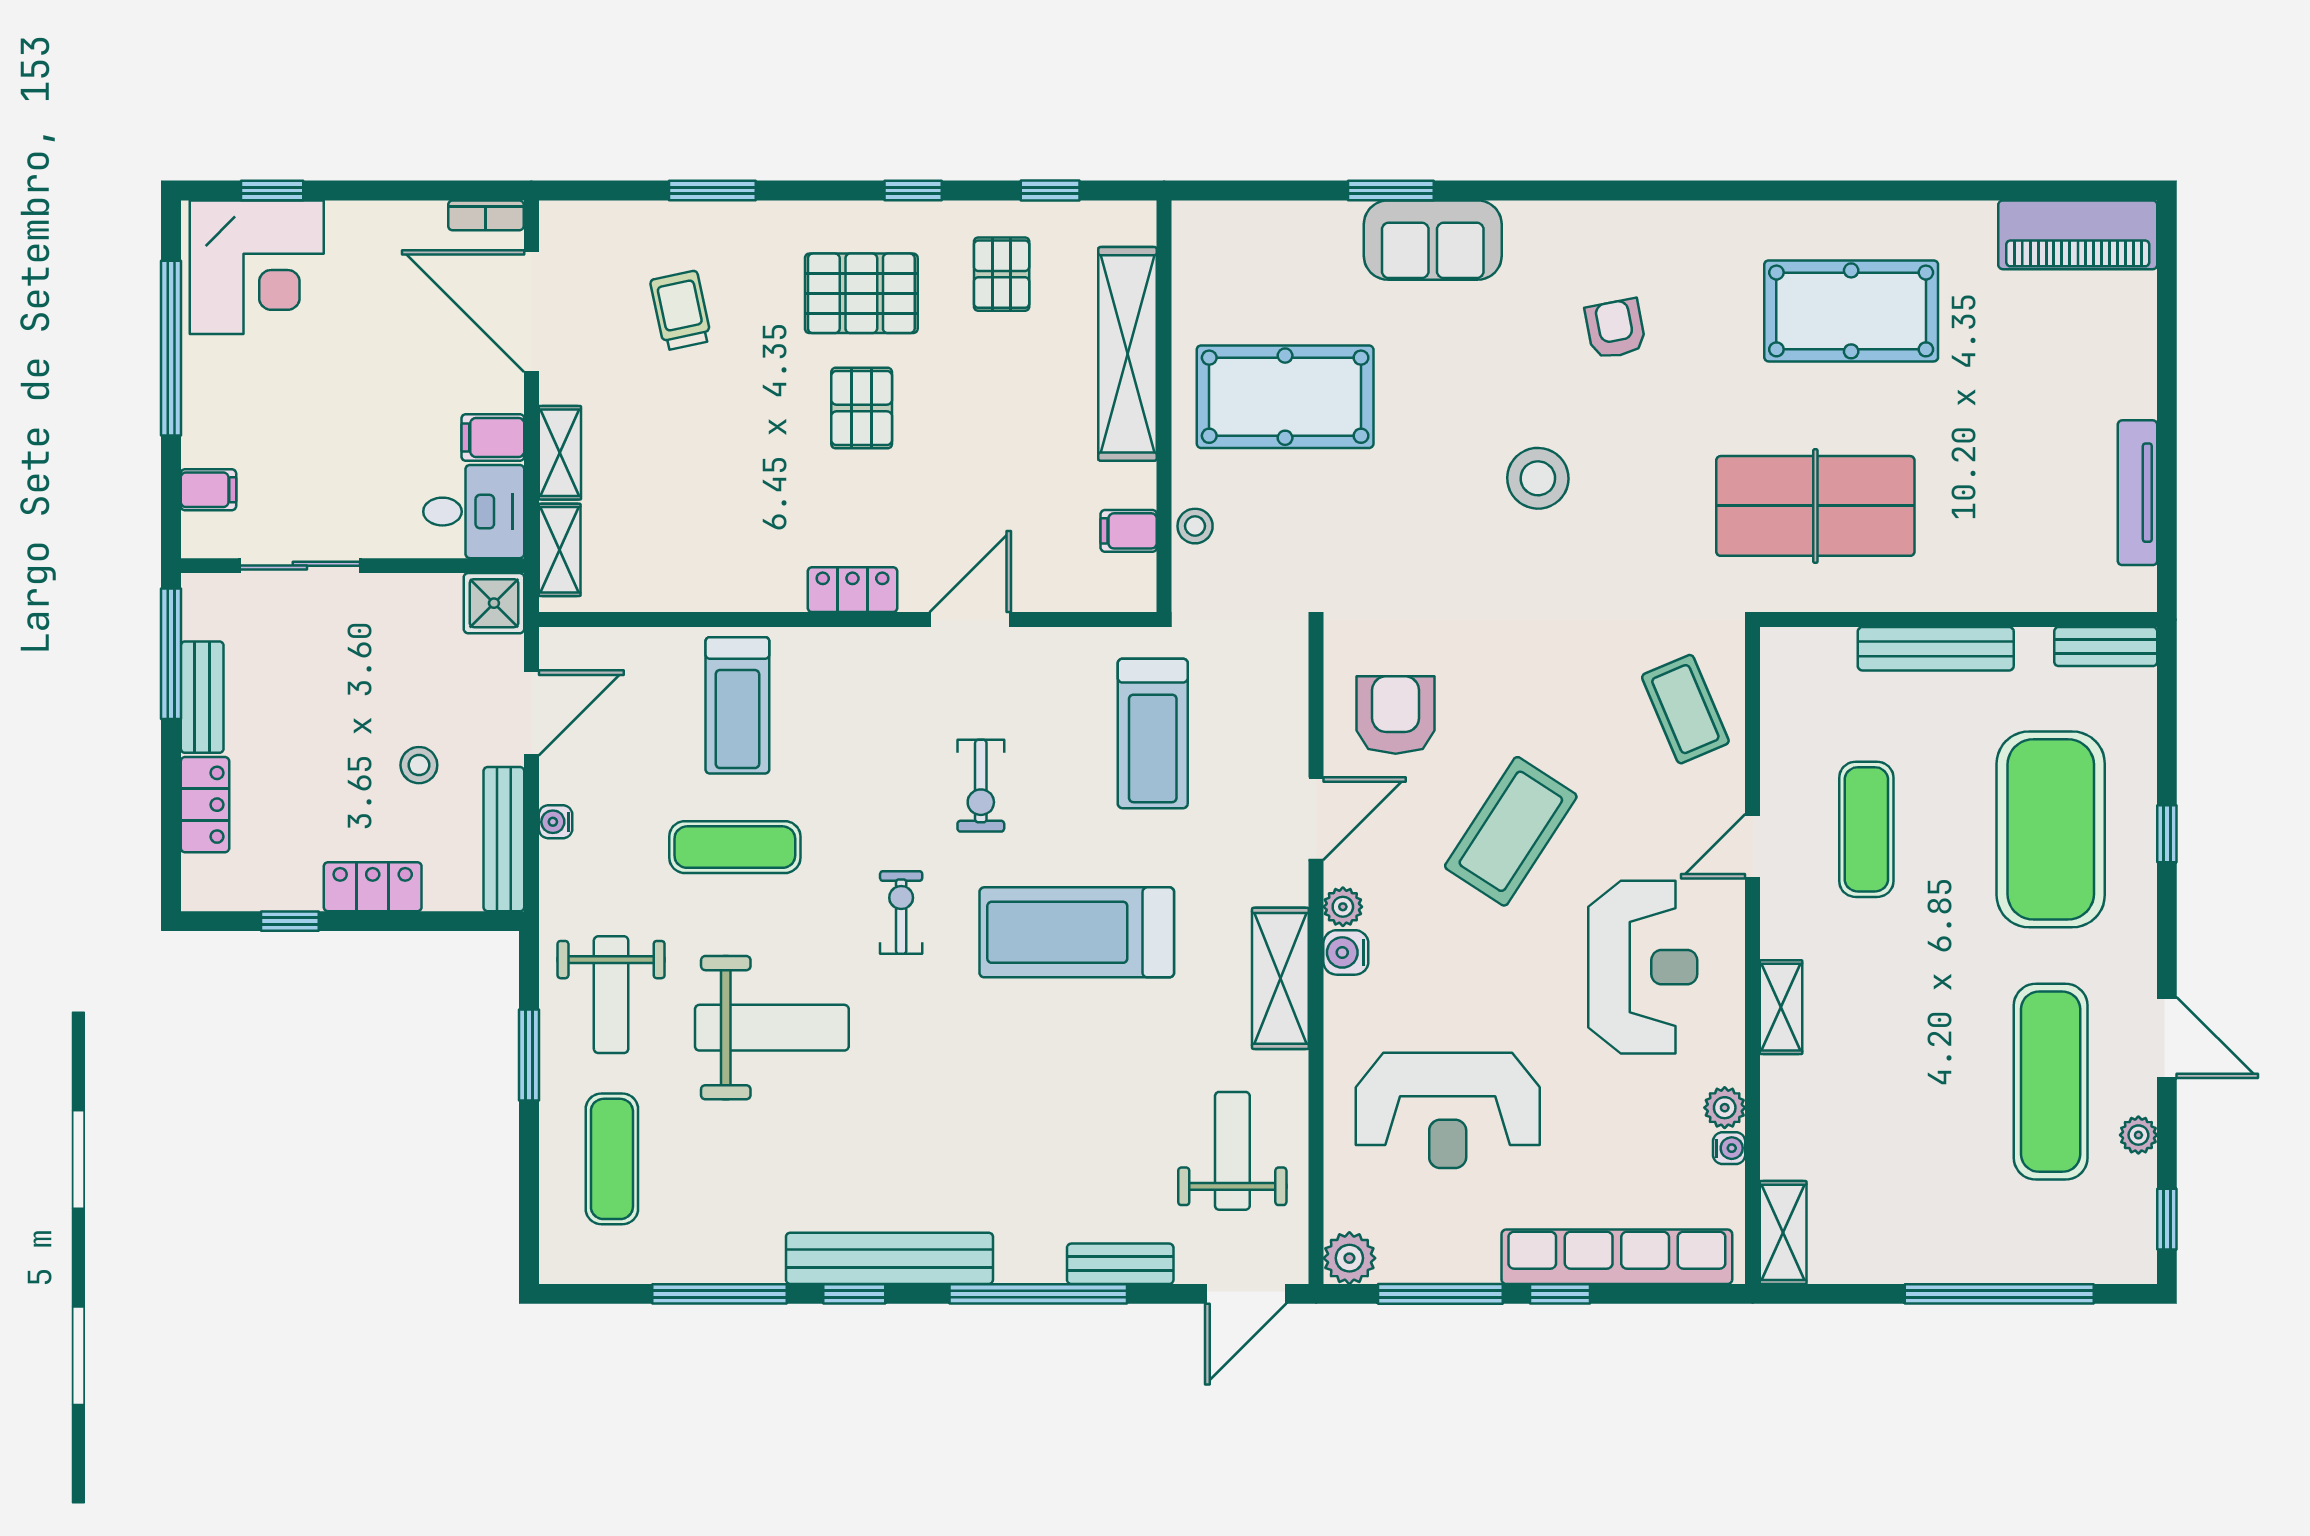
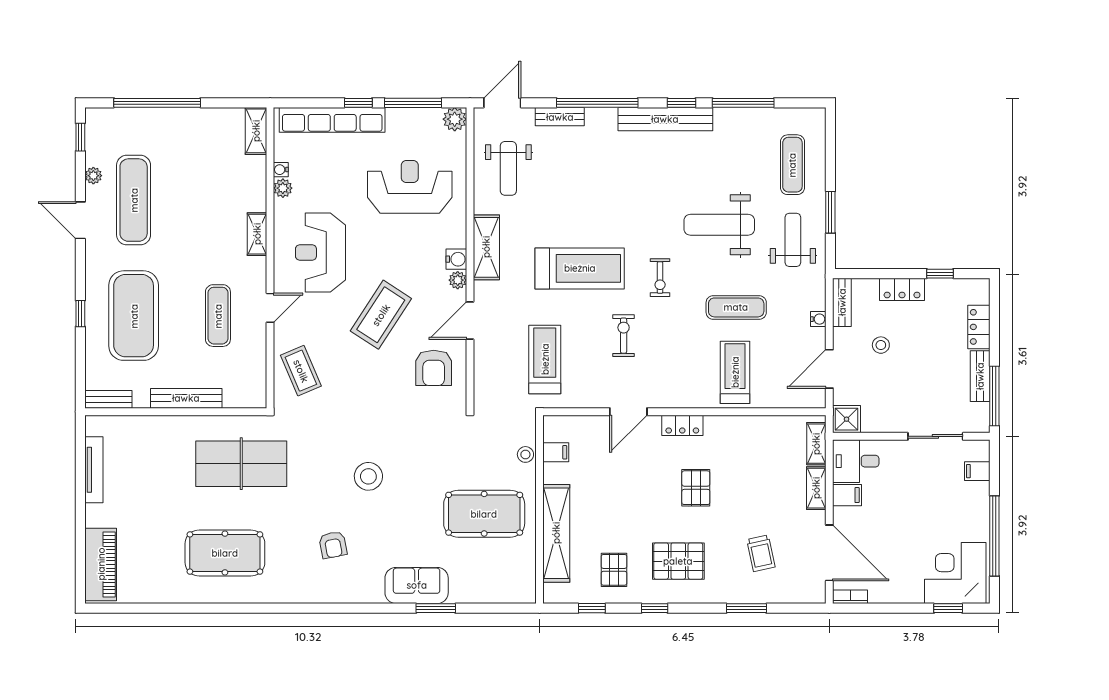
piano: (2078, 235) -> (101, 564), moved, turned 90
pallet: (862, 408) -> (696, 488), moved
bench: (504, 839) -> (842, 302), width x0.73

